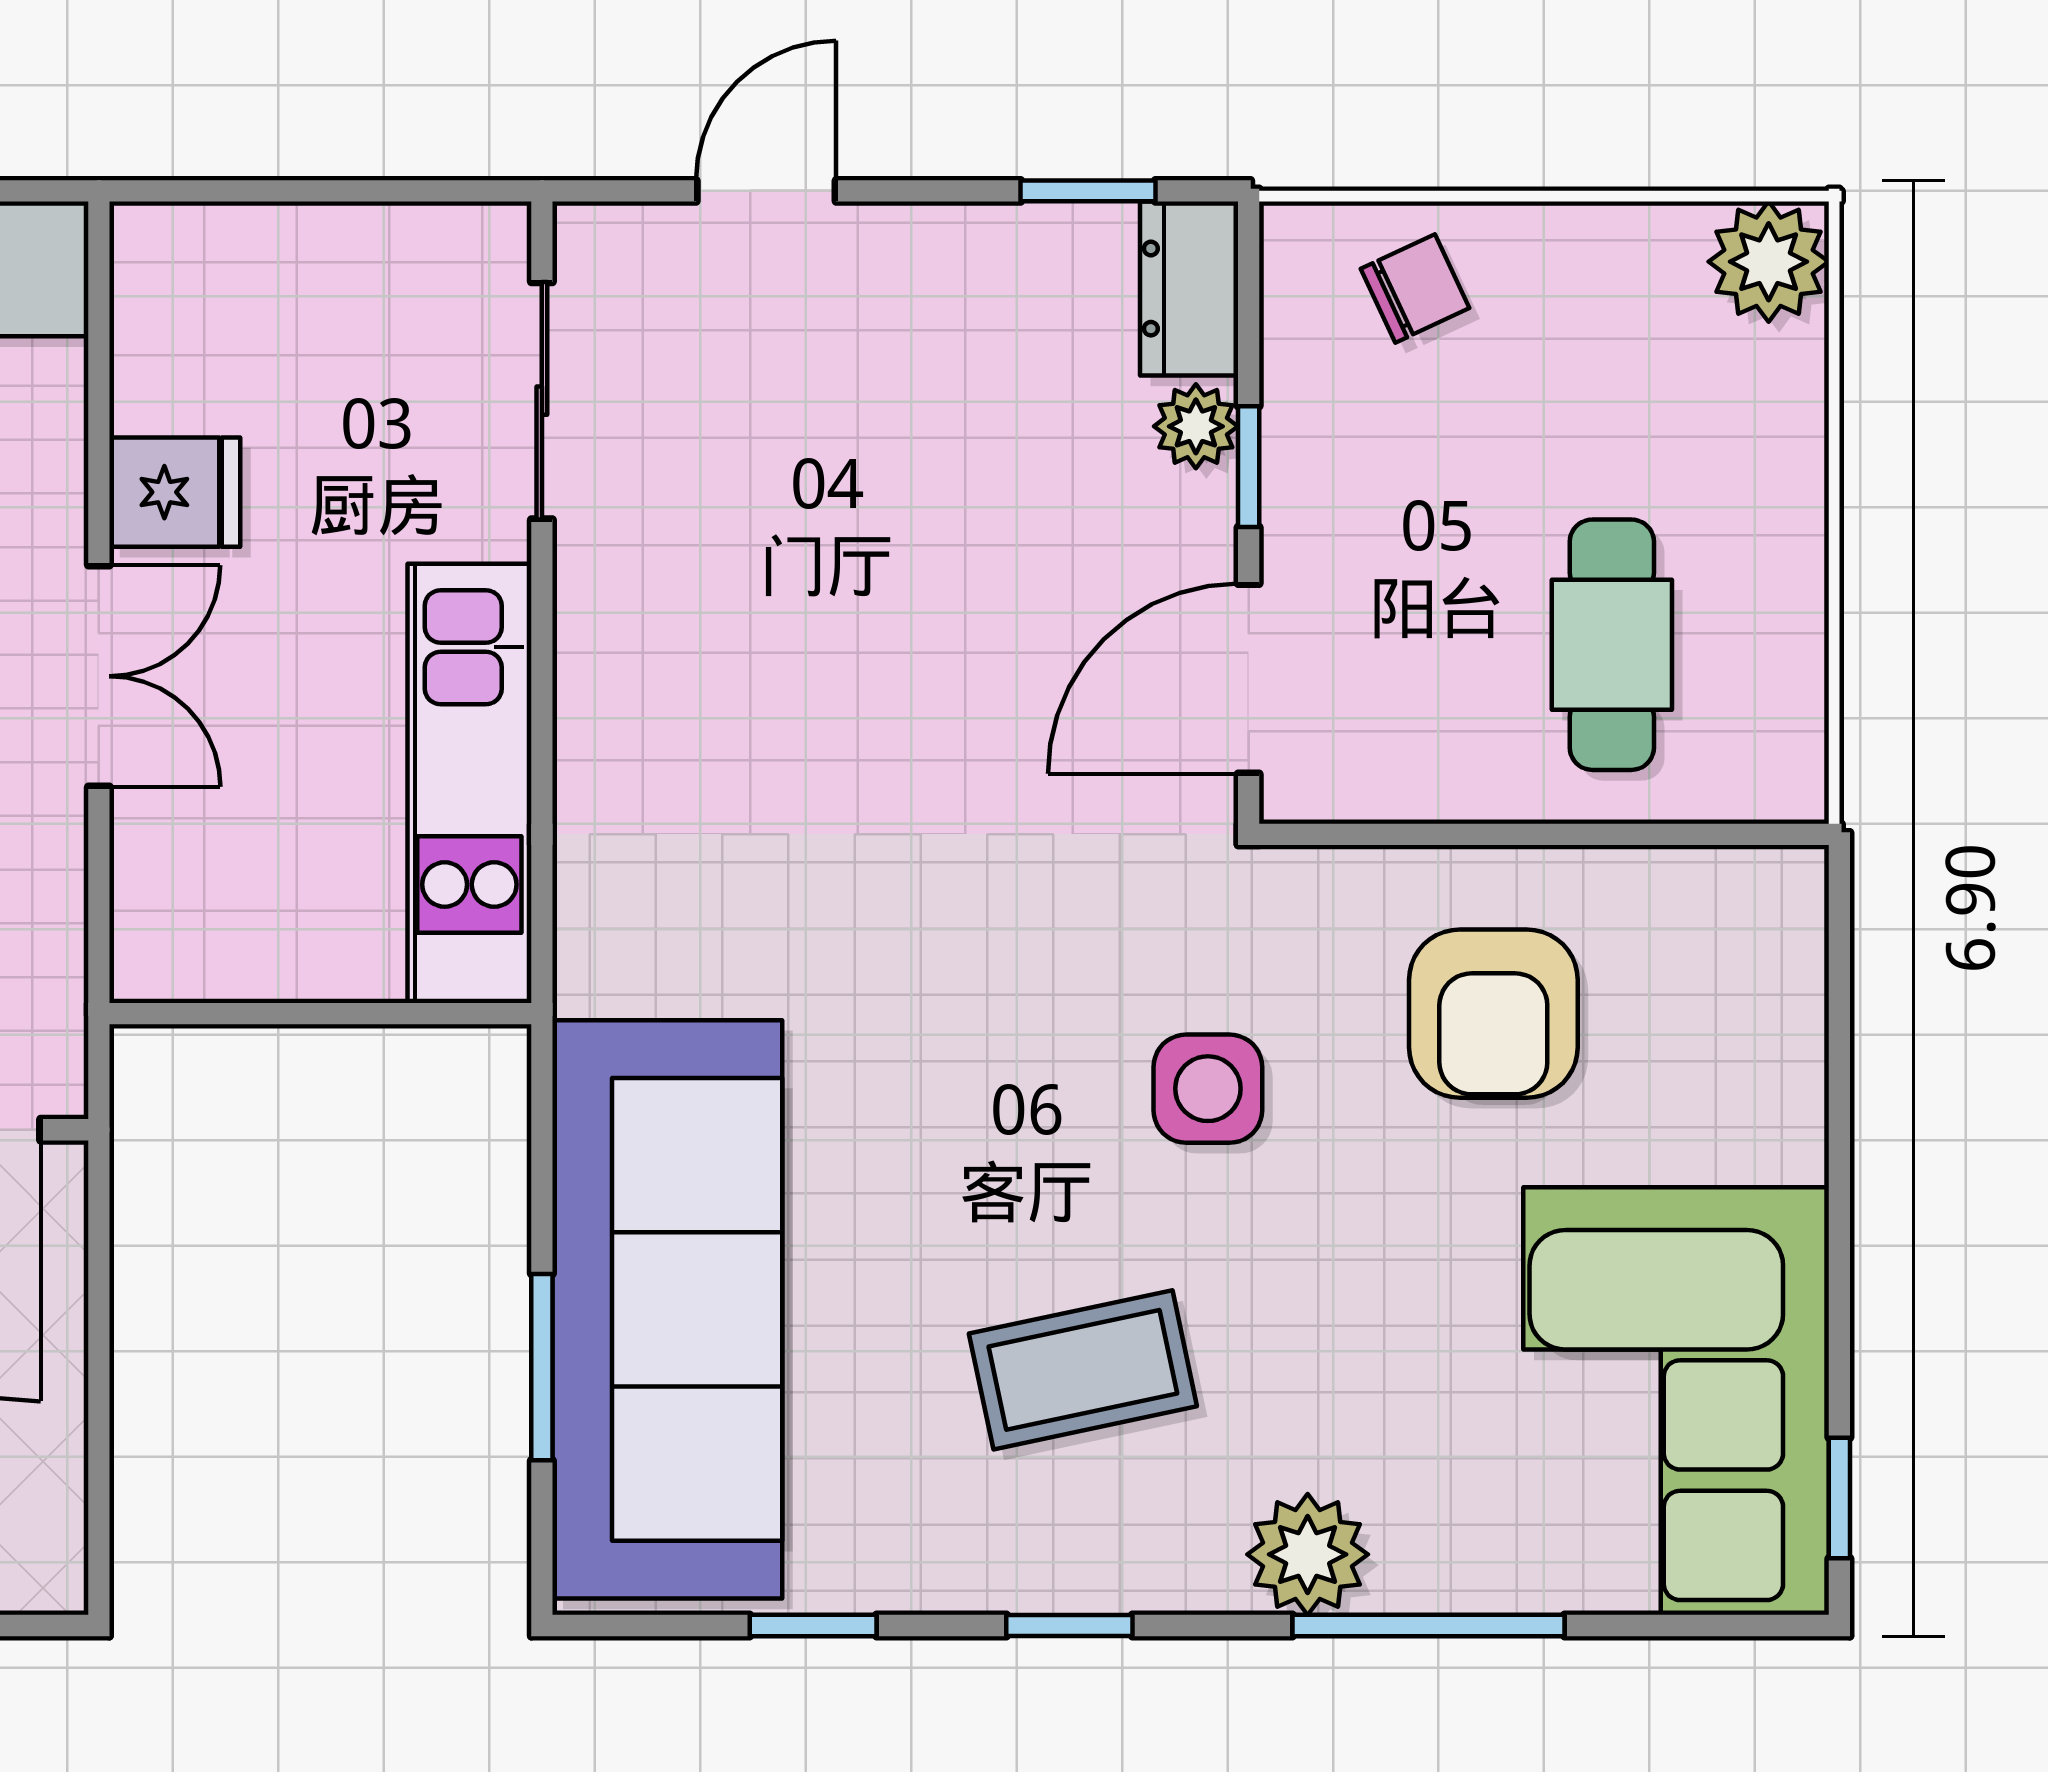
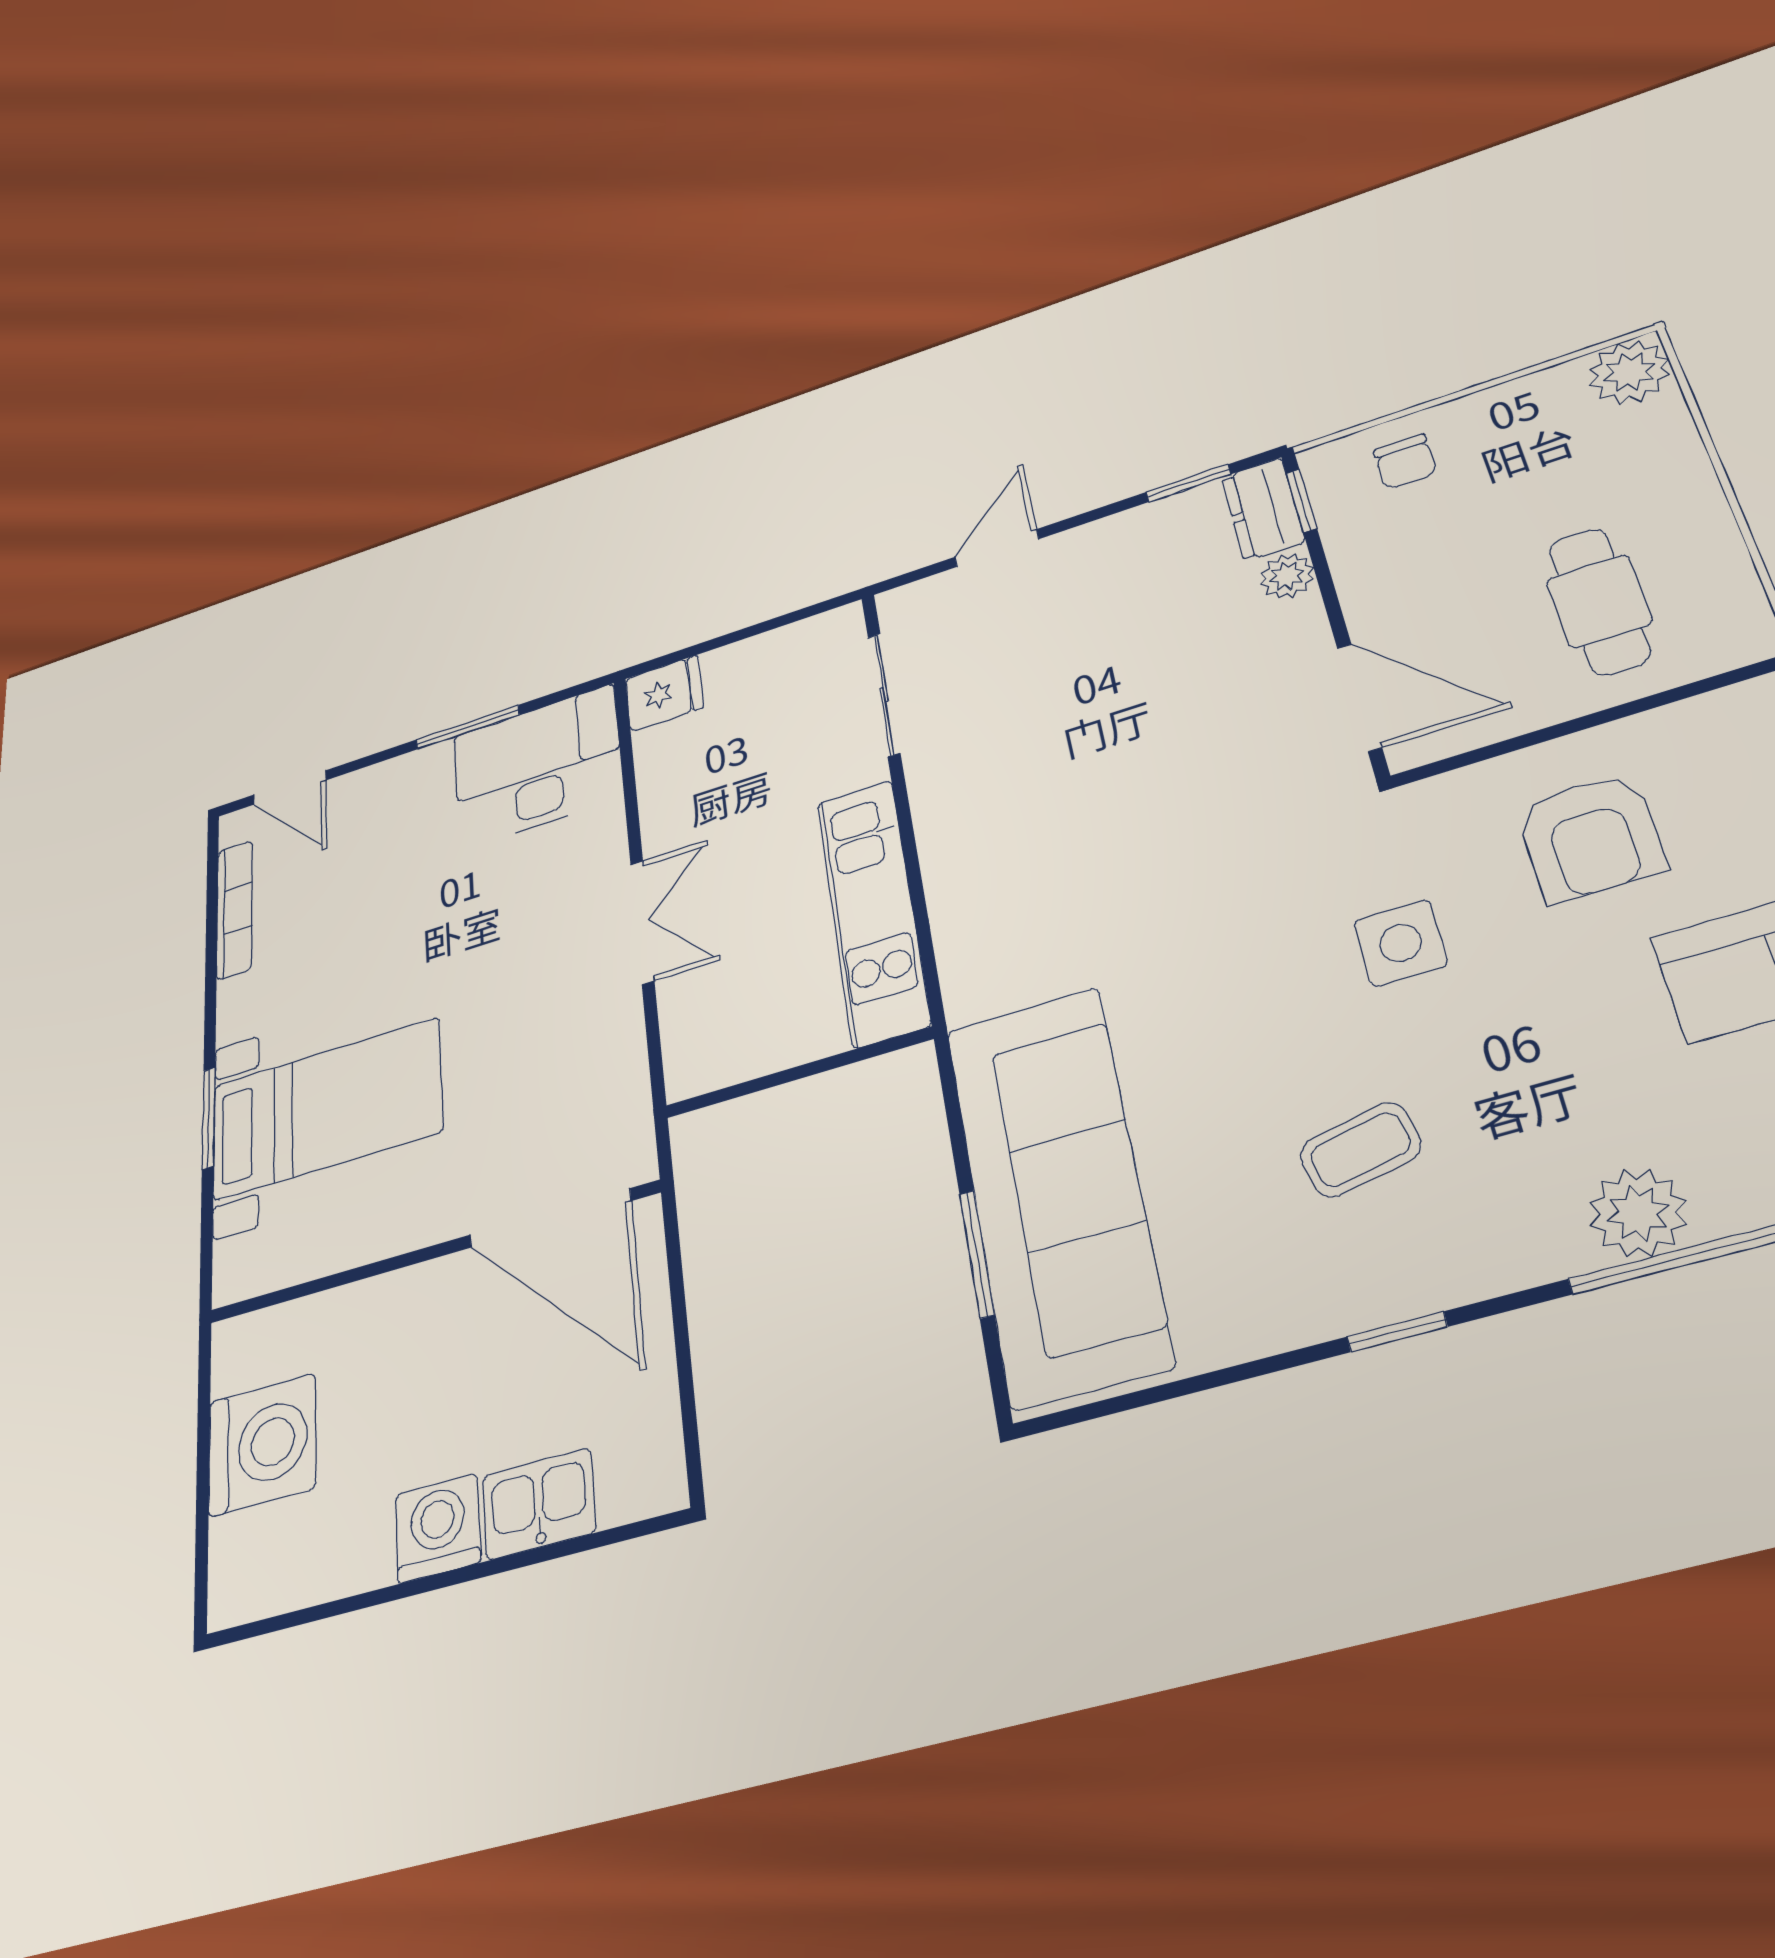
chair: (1415, 288) -> (1405, 462), turned 115
window: (1249, 467) -> (1301, 501), moved
fridge: (175, 492) -> (664, 693), moved
door: (1249, 679) -> (1359, 697), swing flipped
coffee table: (1083, 1370) -> (1360, 1150), width x0.73, depth x0.77
plant: (1308, 1554) -> (1638, 1213), moved
window: (813, 1625) -> (1204, 1382), removed

